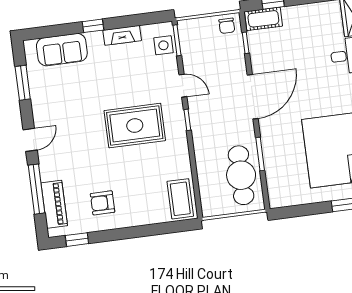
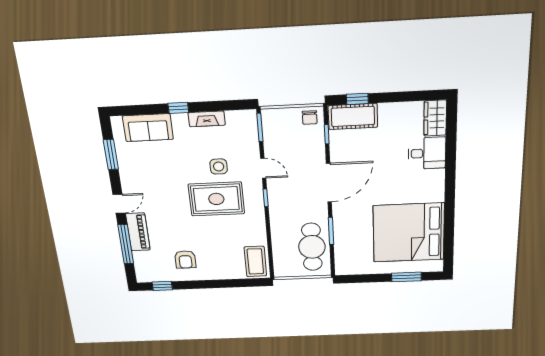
cot: (263, 19) -> (353, 116), width x1.37, depth x1.34
side table: (163, 45) -> (219, 167), moved
armchair: (103, 203) -> (185, 259), turned -90
piano: (54, 204) -> (138, 232), moved

